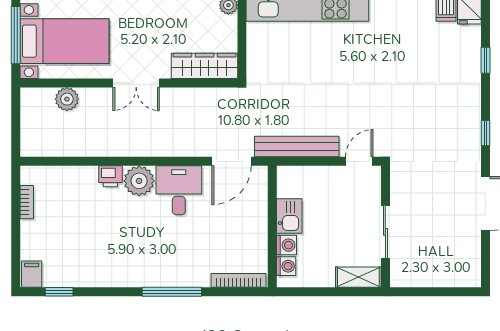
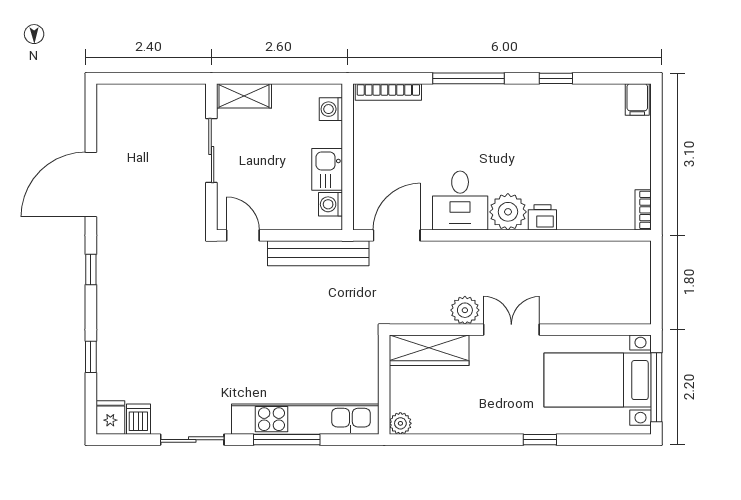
plant: (67, 99) -> (465, 310), moved
door: (359, 161) -> (243, 235), swing flipped
bookcase: (27, 202) -> (643, 210), moved
washing machine: (287, 245) -> (330, 204), moved
window: (59, 292) -> (556, 78), moved

